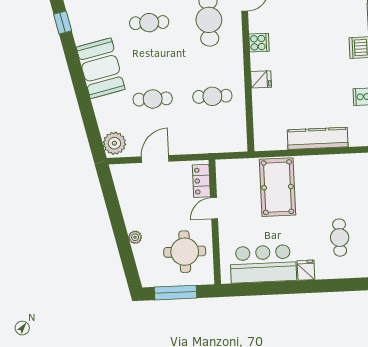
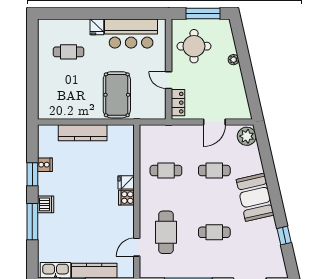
cooker: (259, 43) -> (126, 198), moved
door: (214, 208) -> (169, 80), swing flipped
cafe table: (340, 238) -> (68, 52), turned 90

